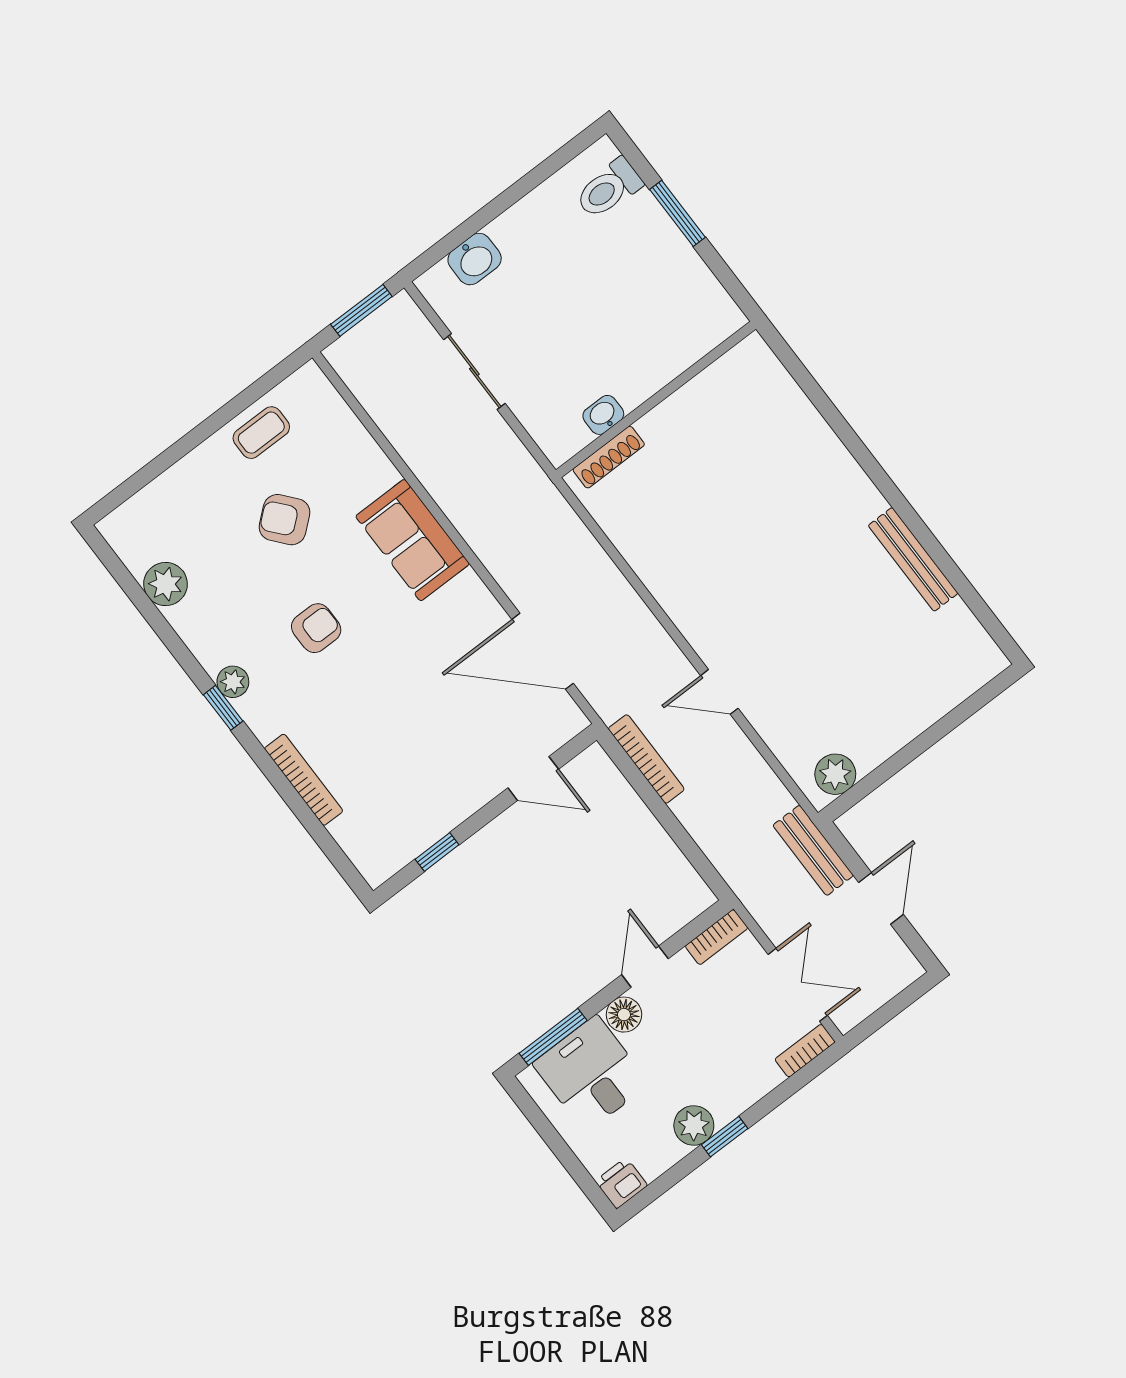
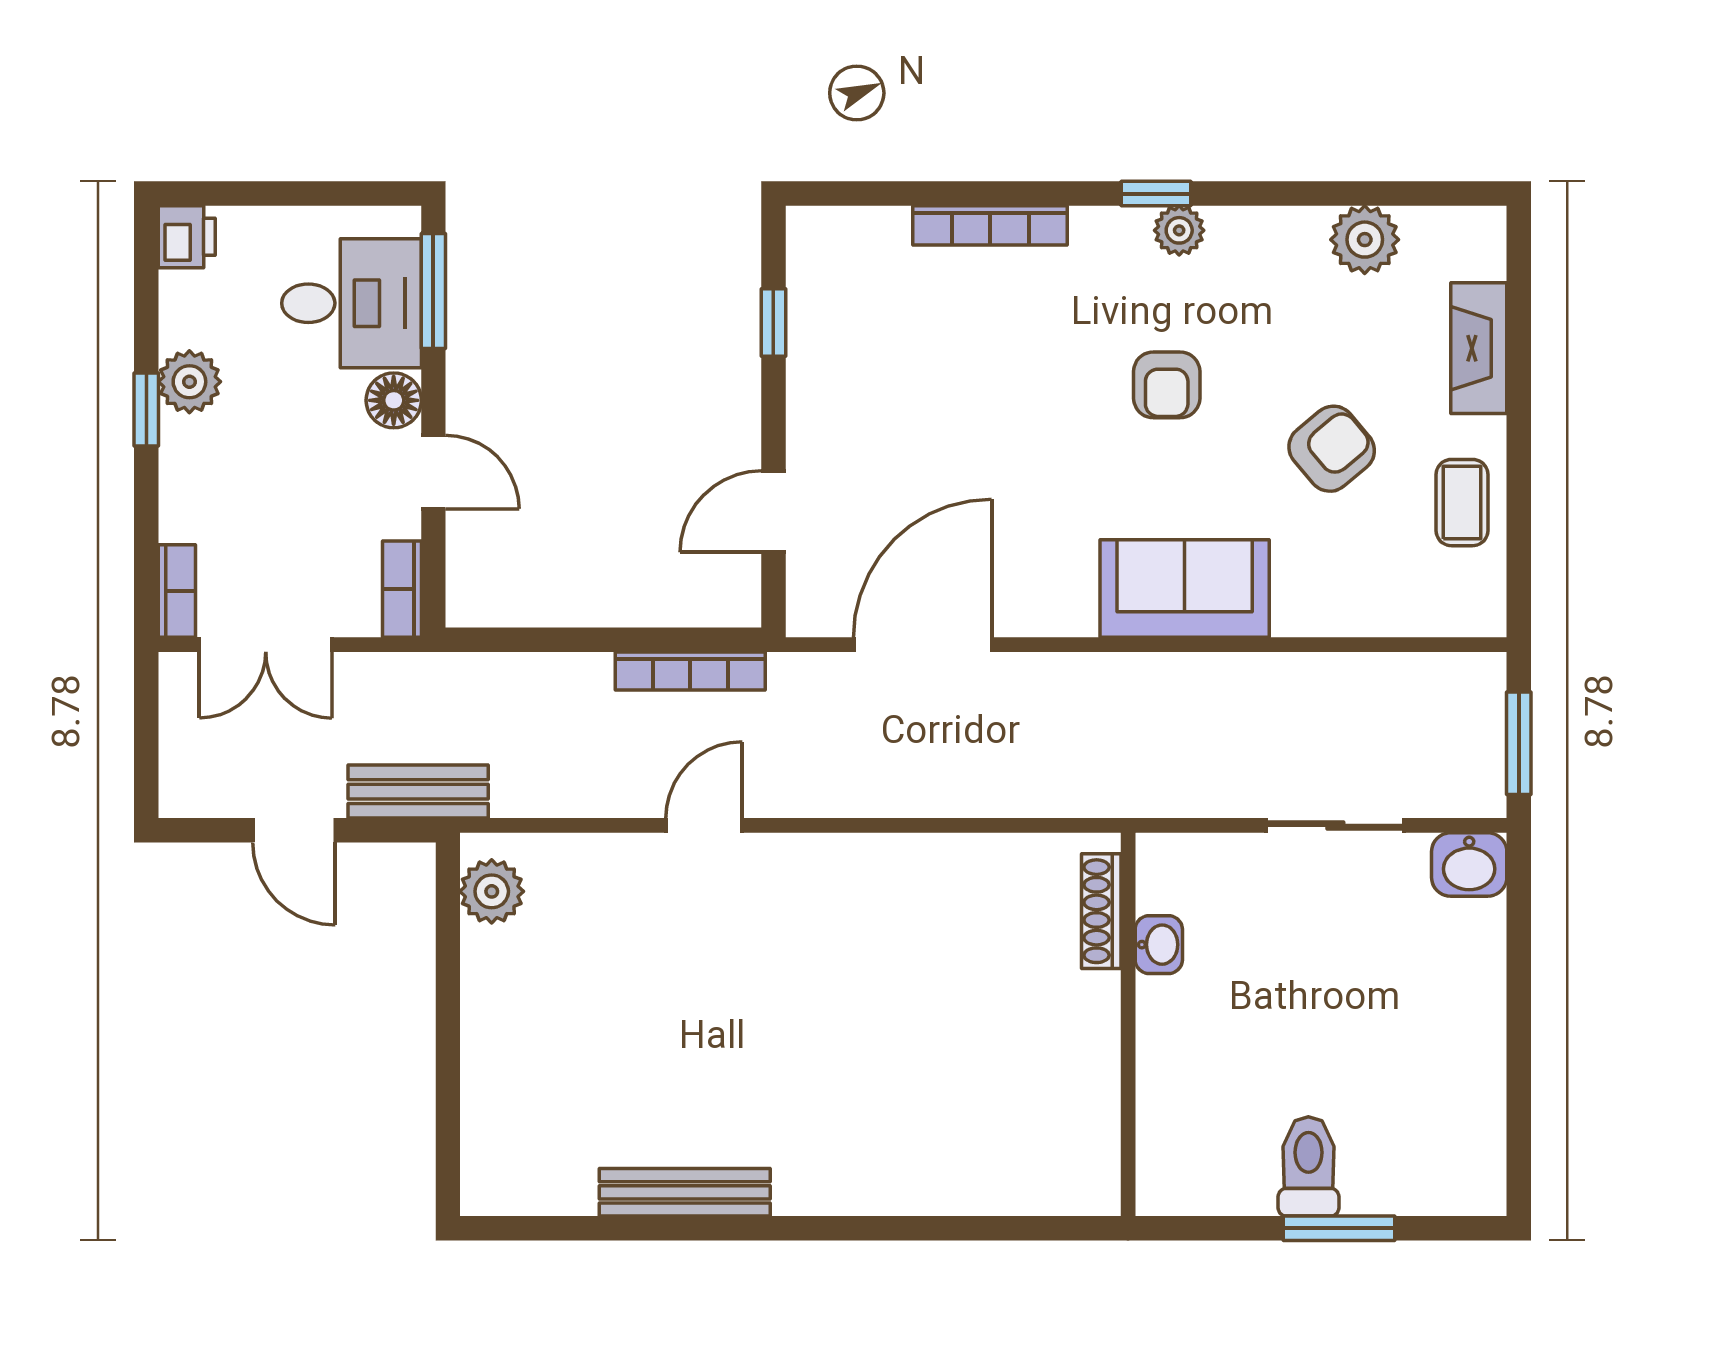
toilet: (609, 189) -> (1308, 1166), moved
washbasin: (475, 259) -> (1469, 865), moved, turned -90
fireplace: (176, 484) -> (1479, 348), added

